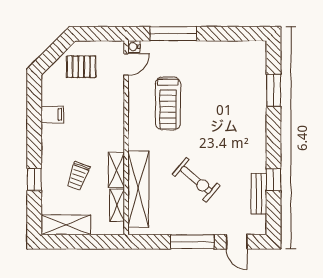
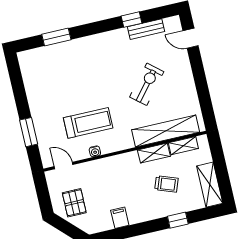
window: (173, 34) -> (29, 132), width x0.69
water cooler: (134, 47) -> (95, 151), moved
window: (192, 242) -> (199, 75), removed
door: (237, 242) -> (191, 38), swing flipped

